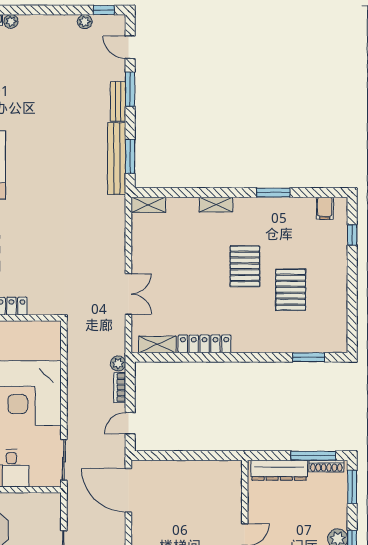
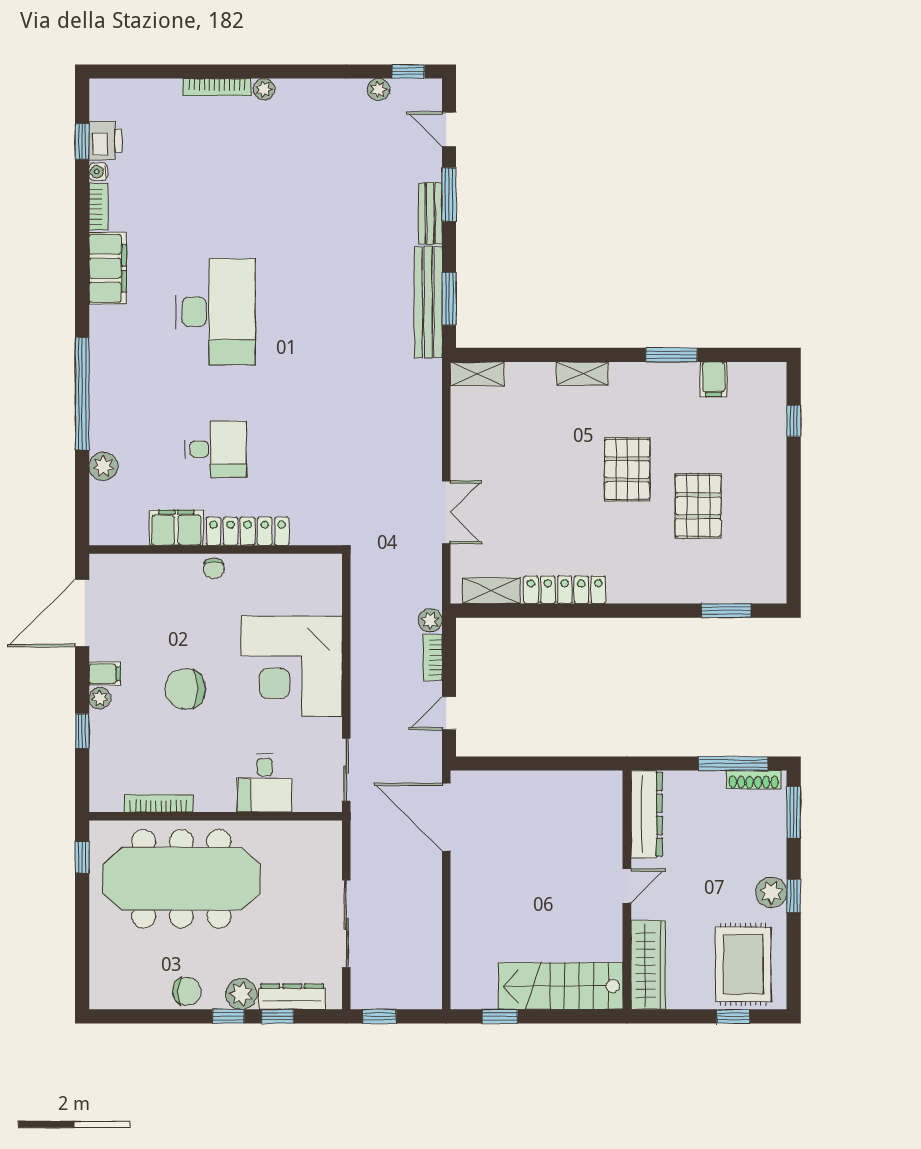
filing cabinet: (325, 208) -> (714, 379), moved
dresser: (279, 470) -> (647, 814), moved, turned -90

